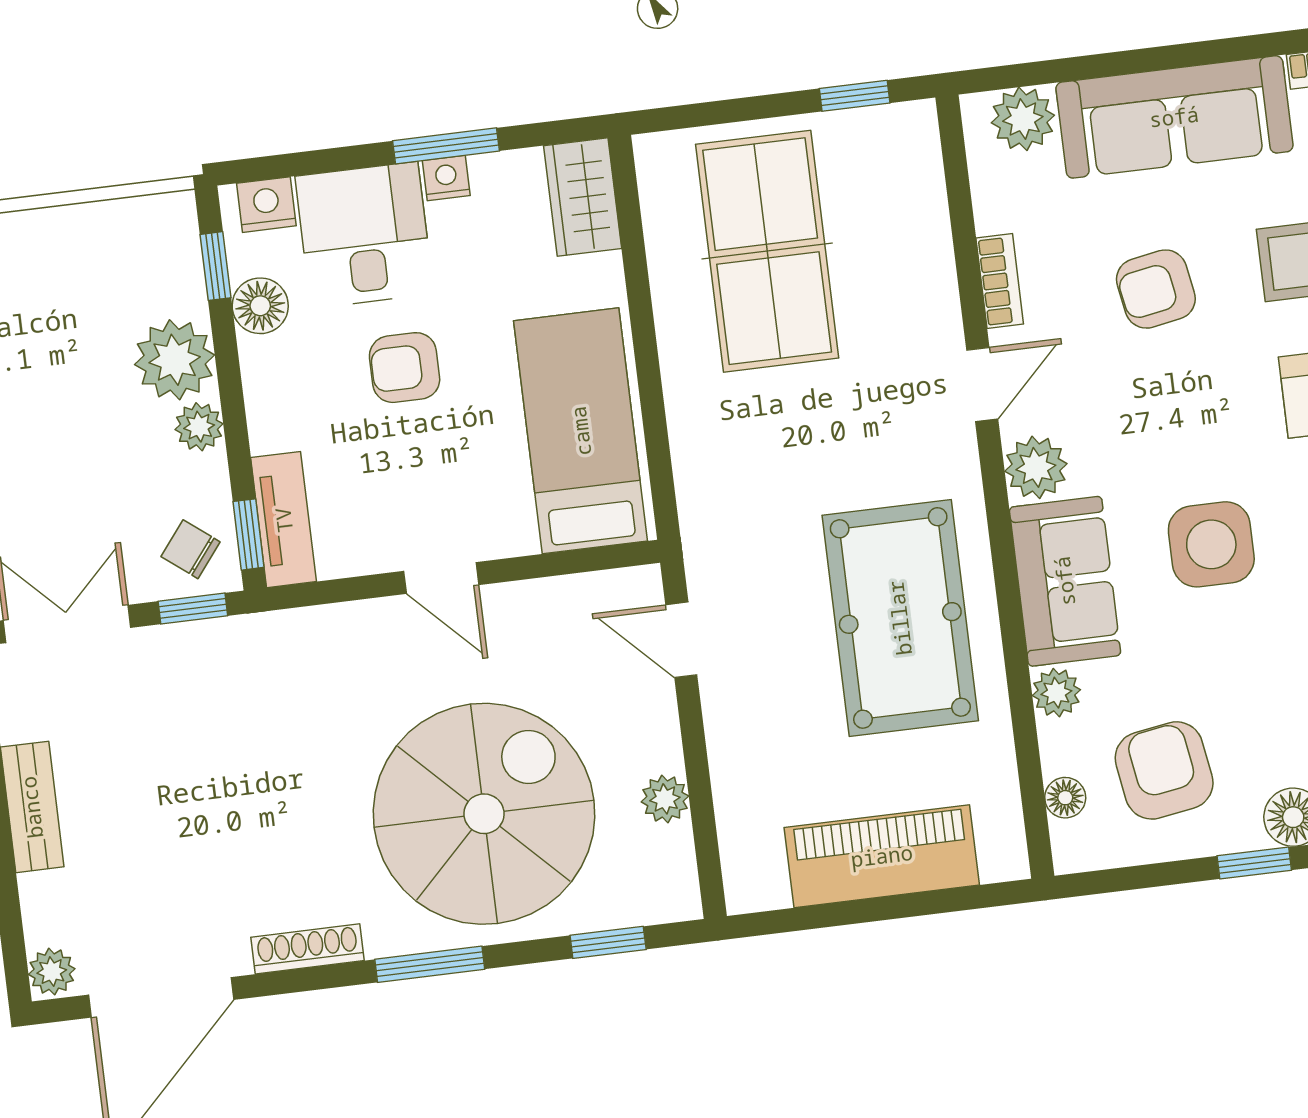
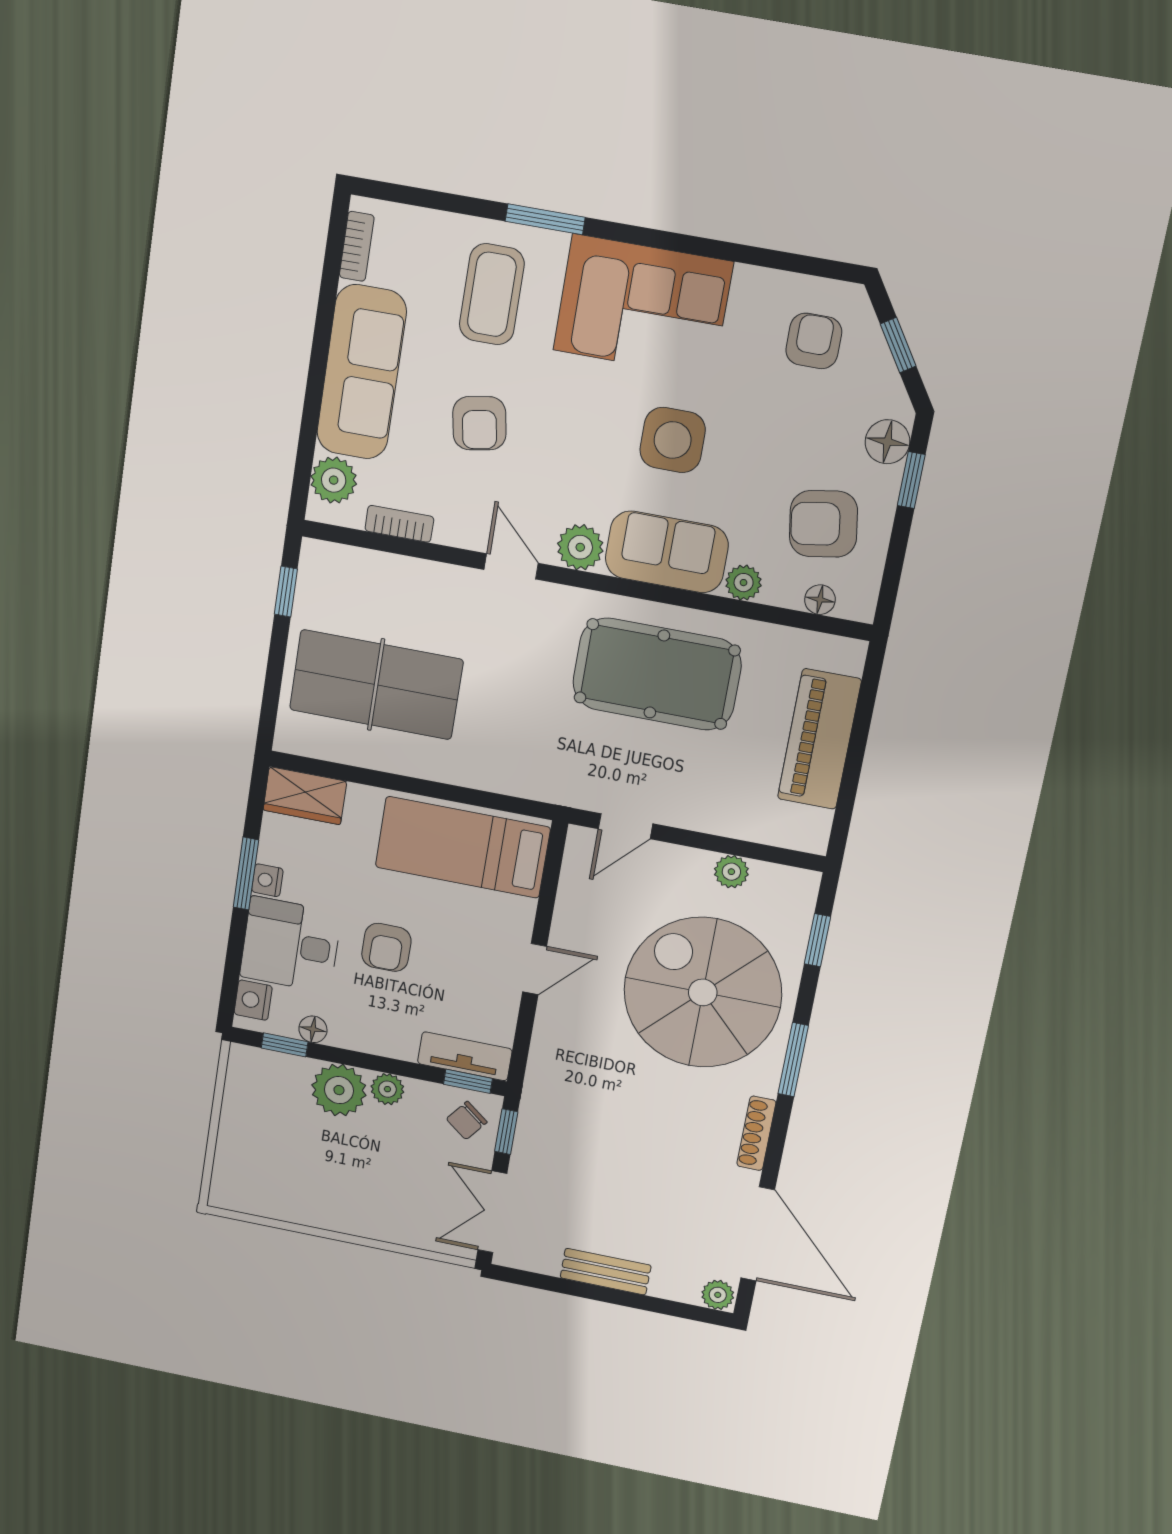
bookcase: (1000, 281) -> (399, 524), moved
floor lamp: (260, 306) -> (313, 1029), width x0.73, depth x0.73

